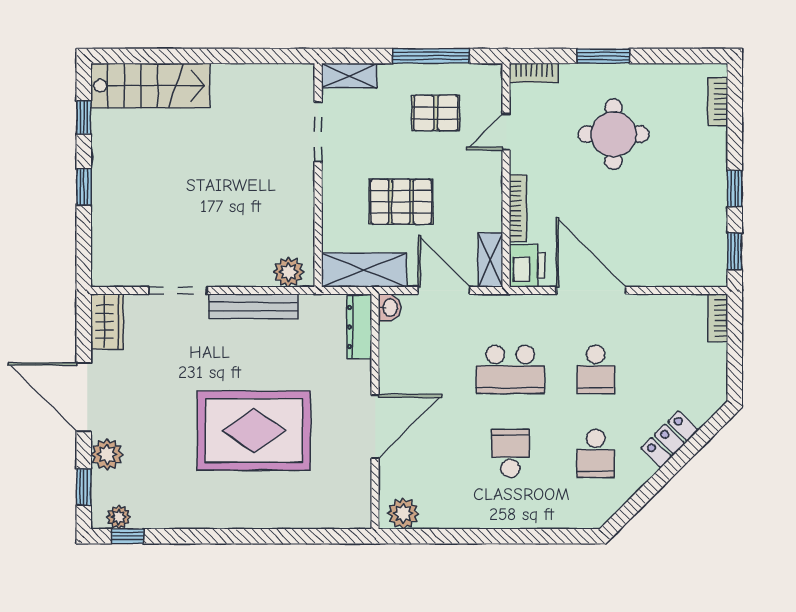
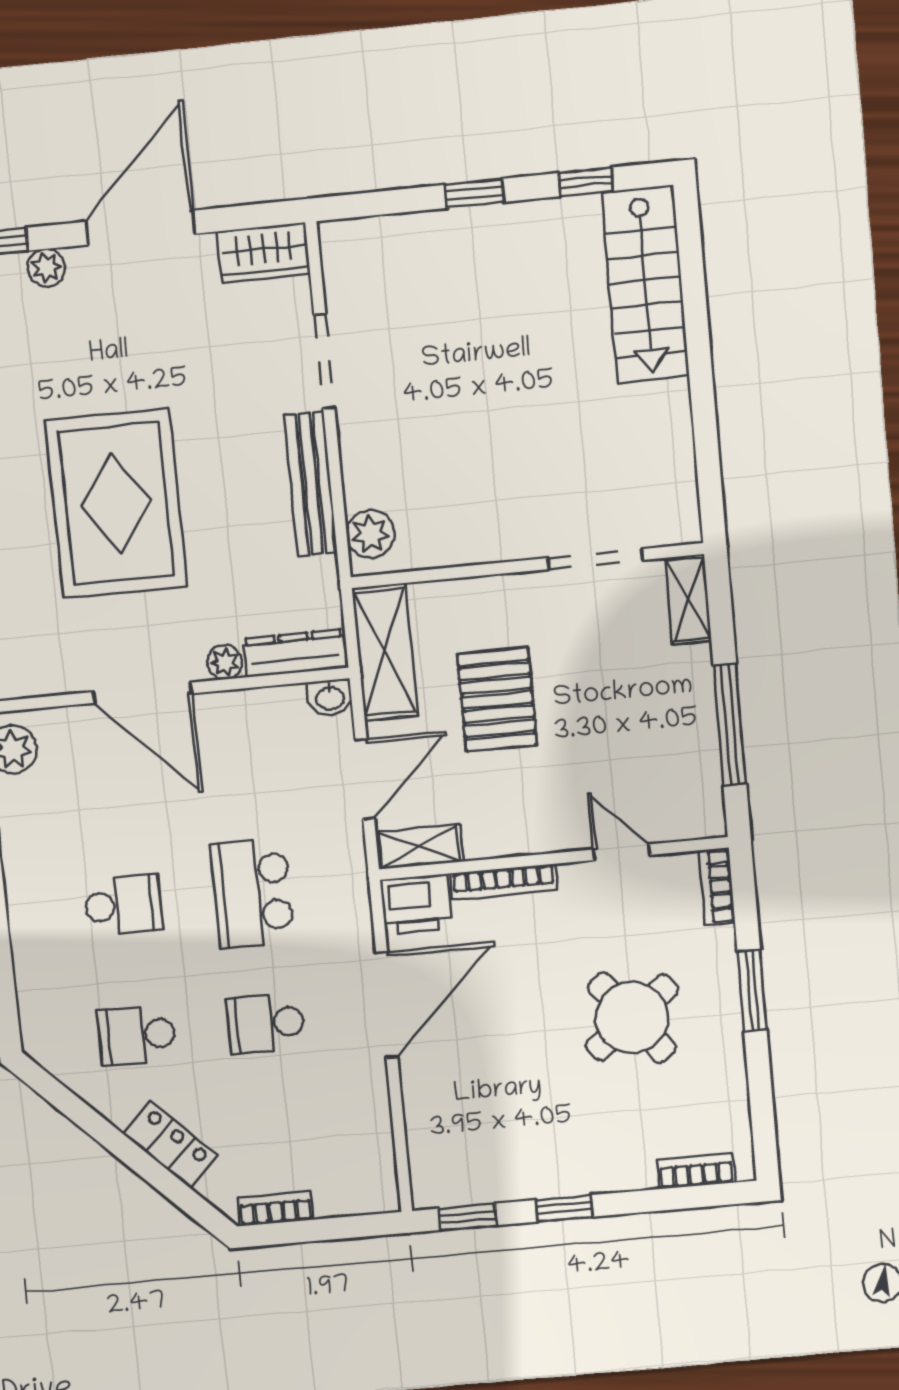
pallet: (436, 113) -> (641, 741), removed
round table: (614, 134) -> (632, 1018), turned -38
bookcase: (718, 318) -> (275, 1209), moved
plant: (361, 372) -> (225, 662), added
plant: (107, 454) -> (47, 268), width x0.73, depth x0.73

